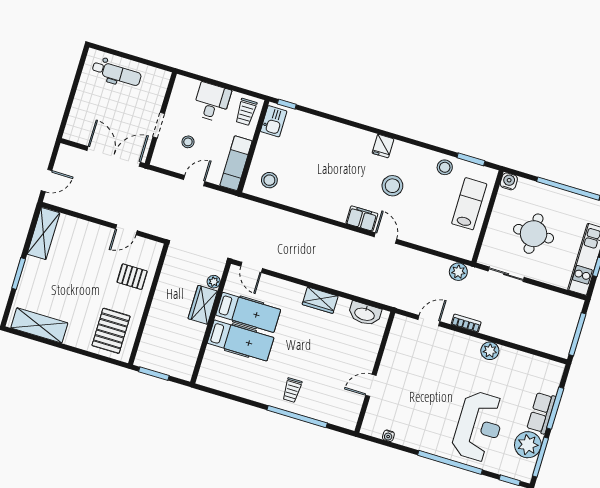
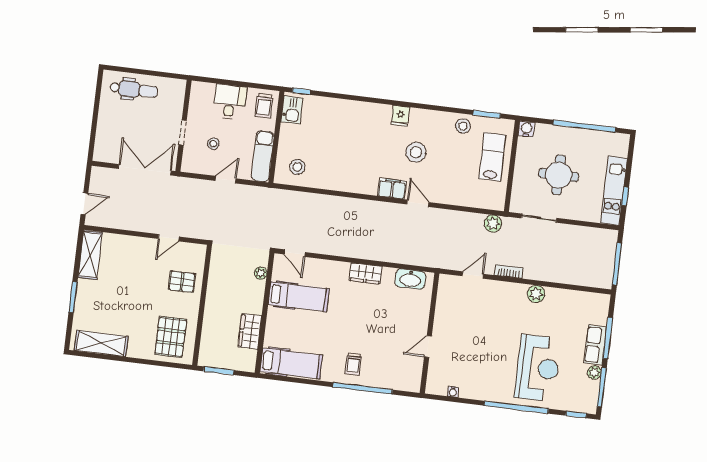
wardrobe: (203, 305) -> (250, 331), moved
hospital bed: (240, 340) -> (291, 363), moved
plant: (528, 445) -> (594, 372), width x0.53, depth x0.53

